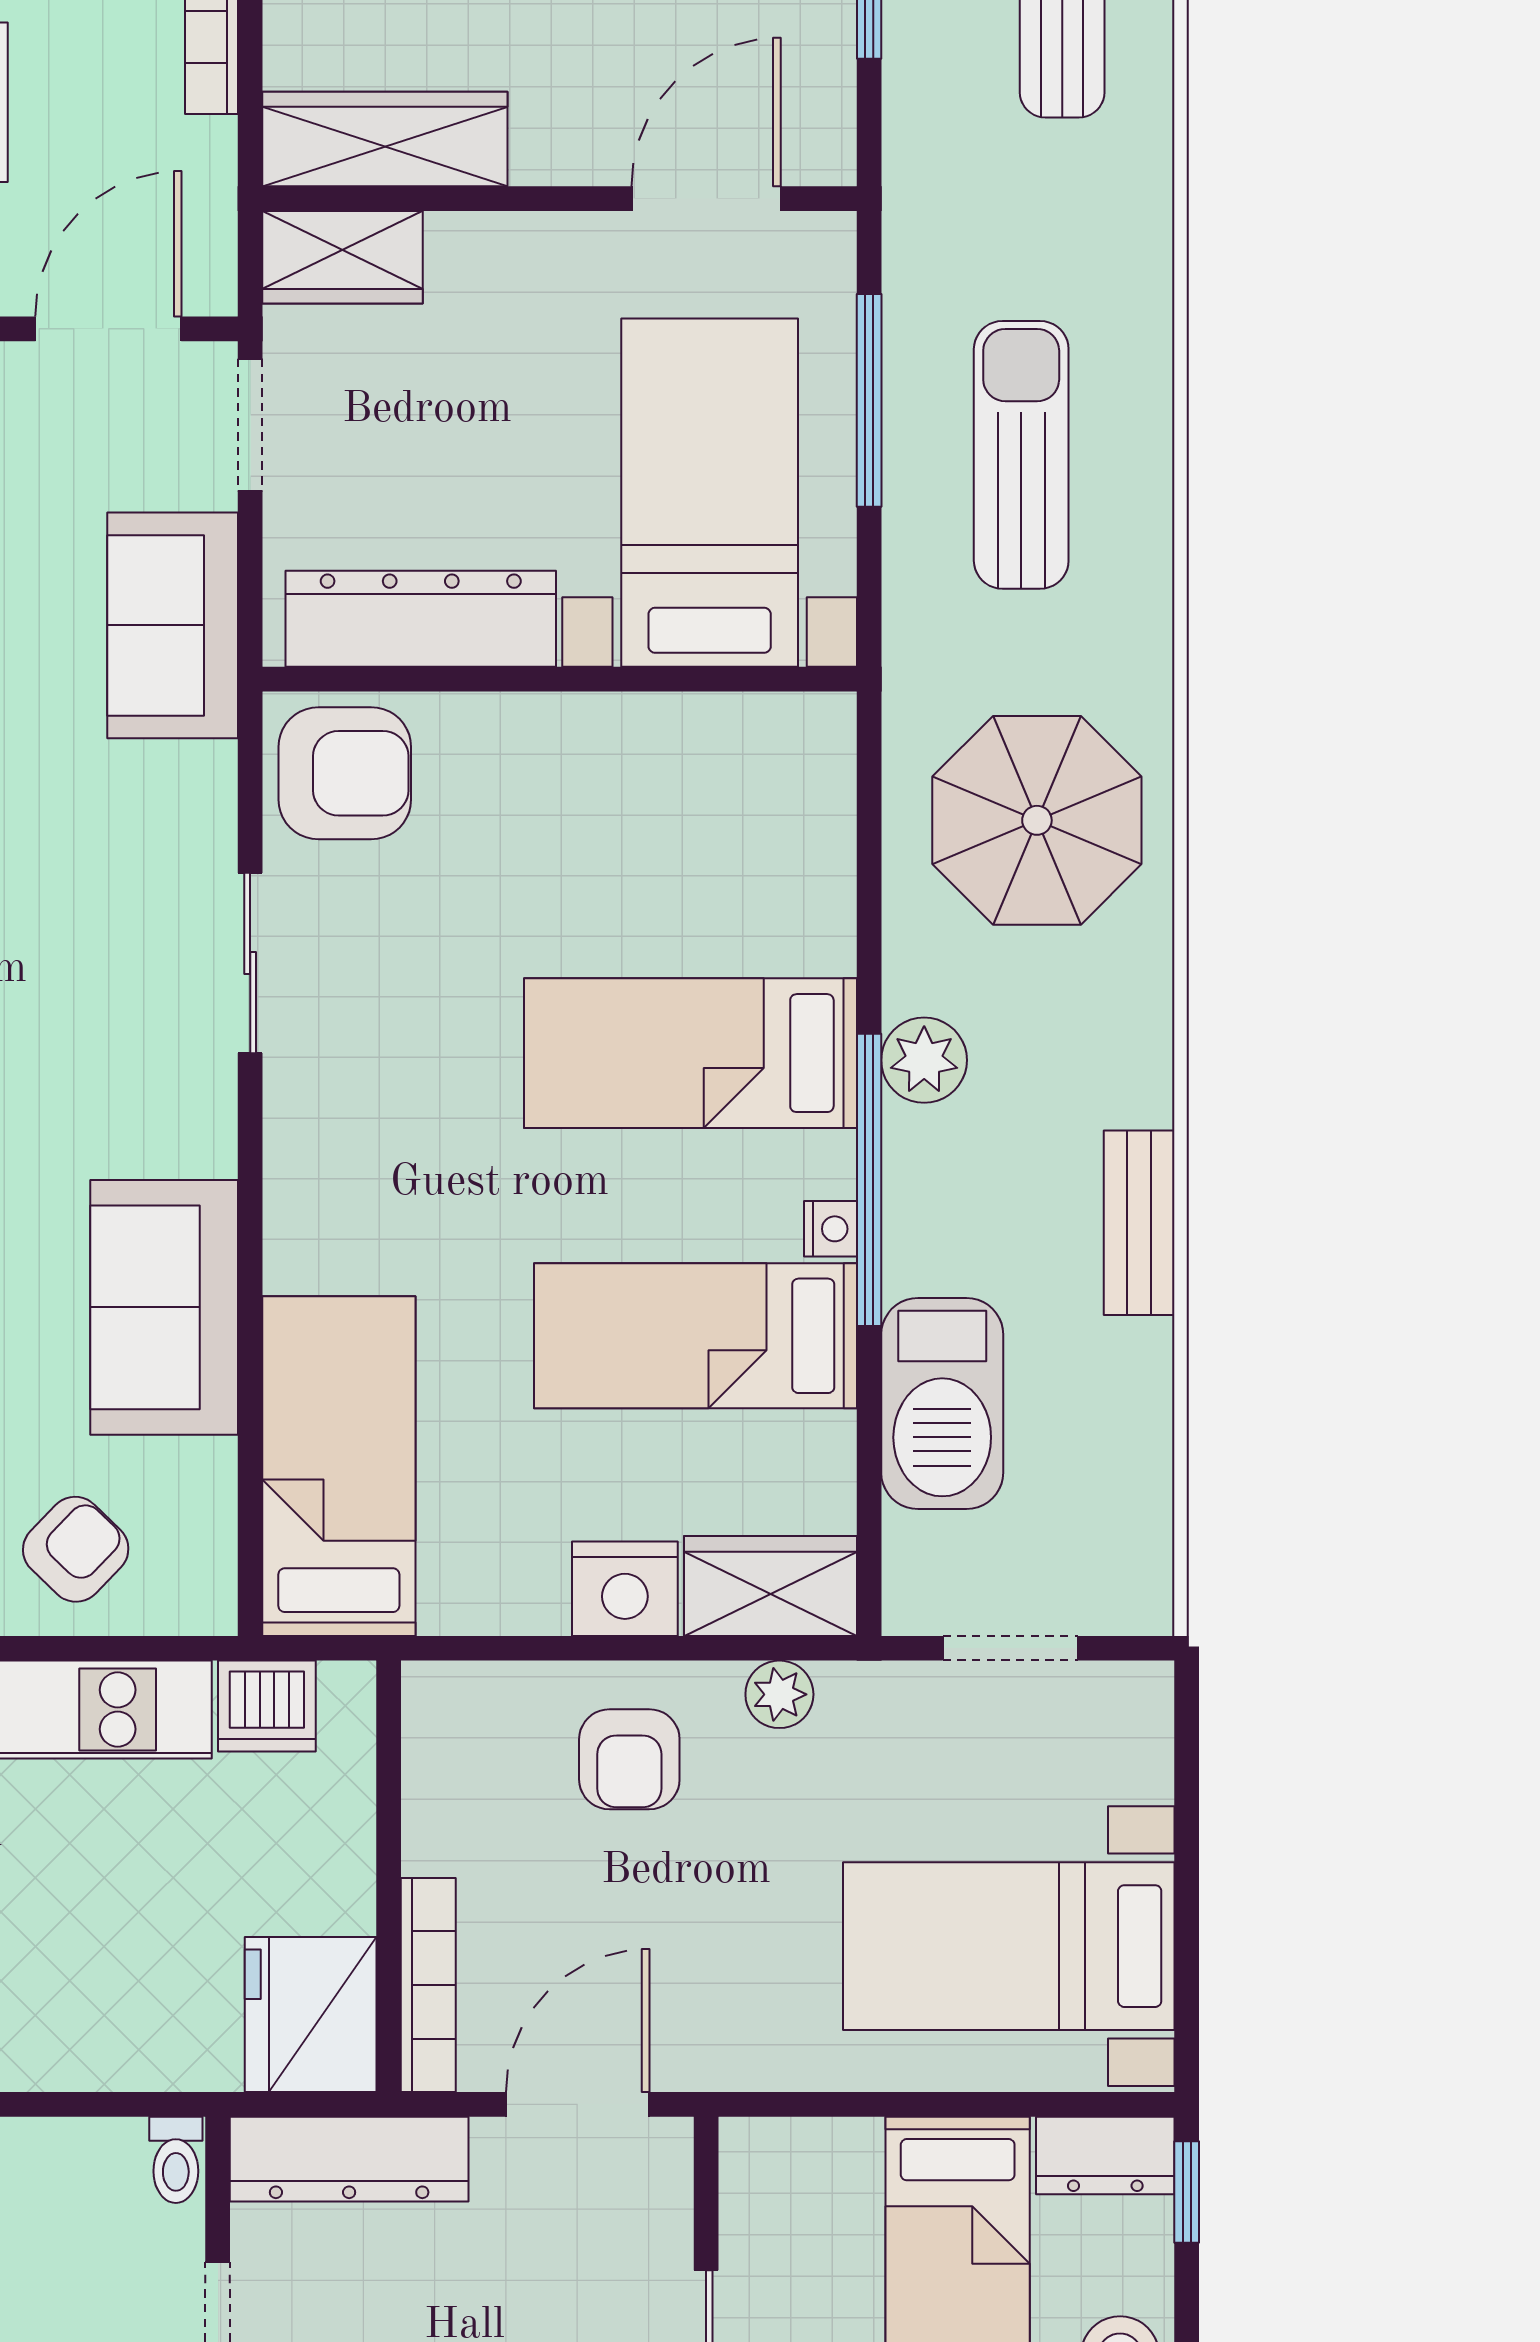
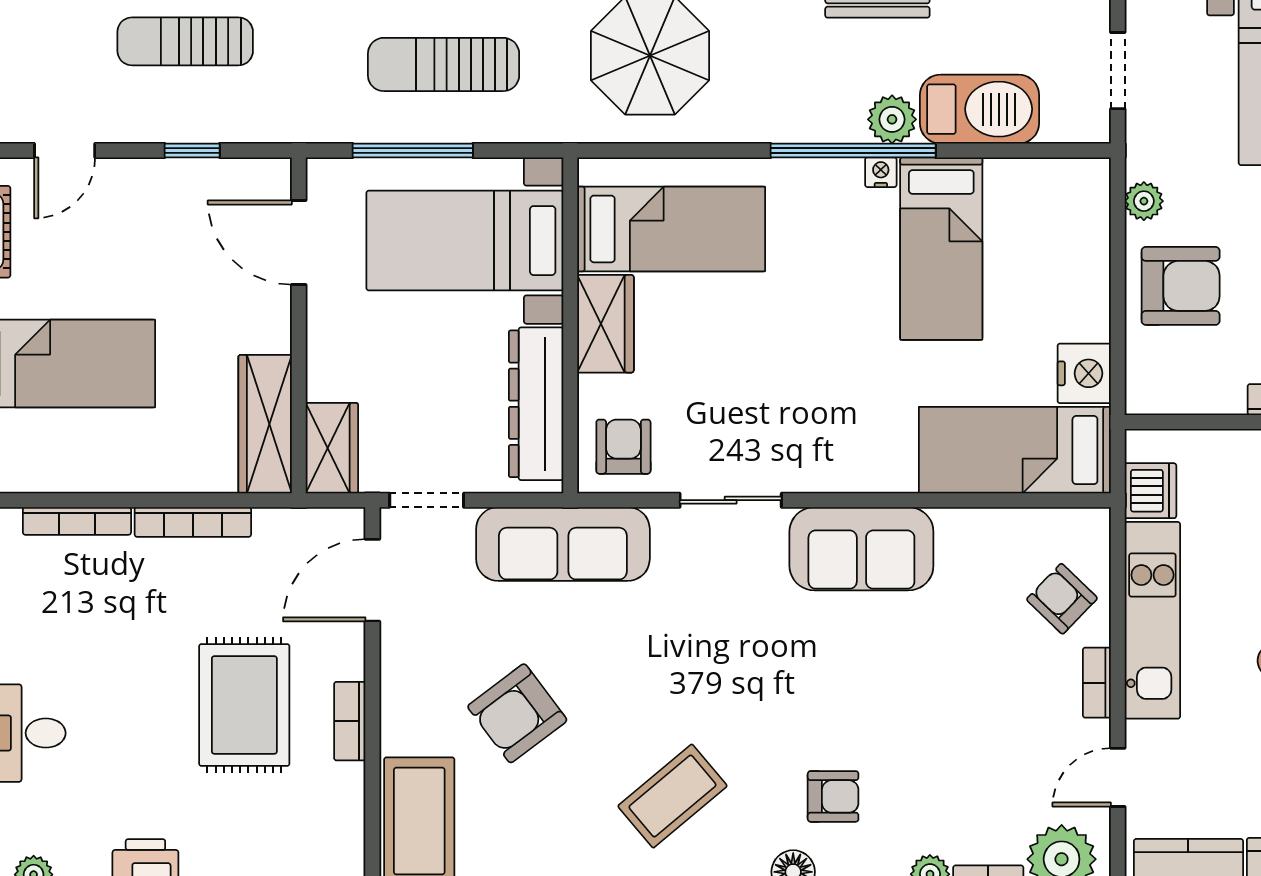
door: (108, 329) -> (372, 580), hinge flipped
sofa: (173, 625) -> (563, 544), width x1.36
armchair: (345, 773) -> (623, 447), width x0.72, depth x0.72
bed: (690, 1053) -> (671, 229), moved, turned -90
plant: (924, 1060) -> (892, 119), moved
sofa: (164, 1307) -> (861, 549), moved
wardrobe: (770, 1586) -> (605, 324), moved, turned 180
nightstand: (625, 1589) -> (1084, 373), moved
armchair: (629, 1759) -> (1181, 286), width x1.38, depth x1.38

